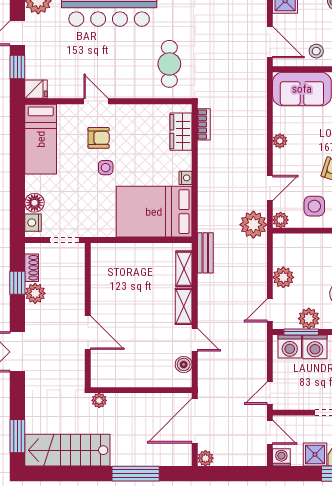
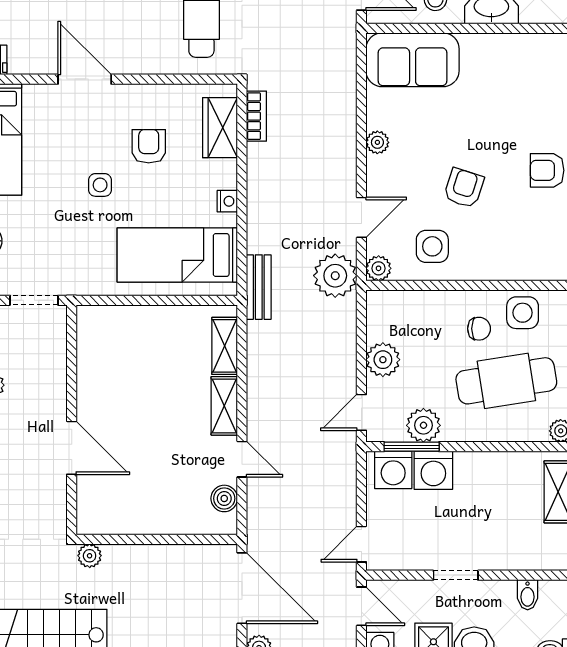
door: (96, 101) -> (85, 79), width x1.38
armchair: (99, 138) -> (149, 146), moved, turned -90
bed: (154, 212) -> (177, 255), width x0.67
bench: (205, 253) -> (259, 287), moved
door: (195, 421) -> (242, 588), swing flipped

